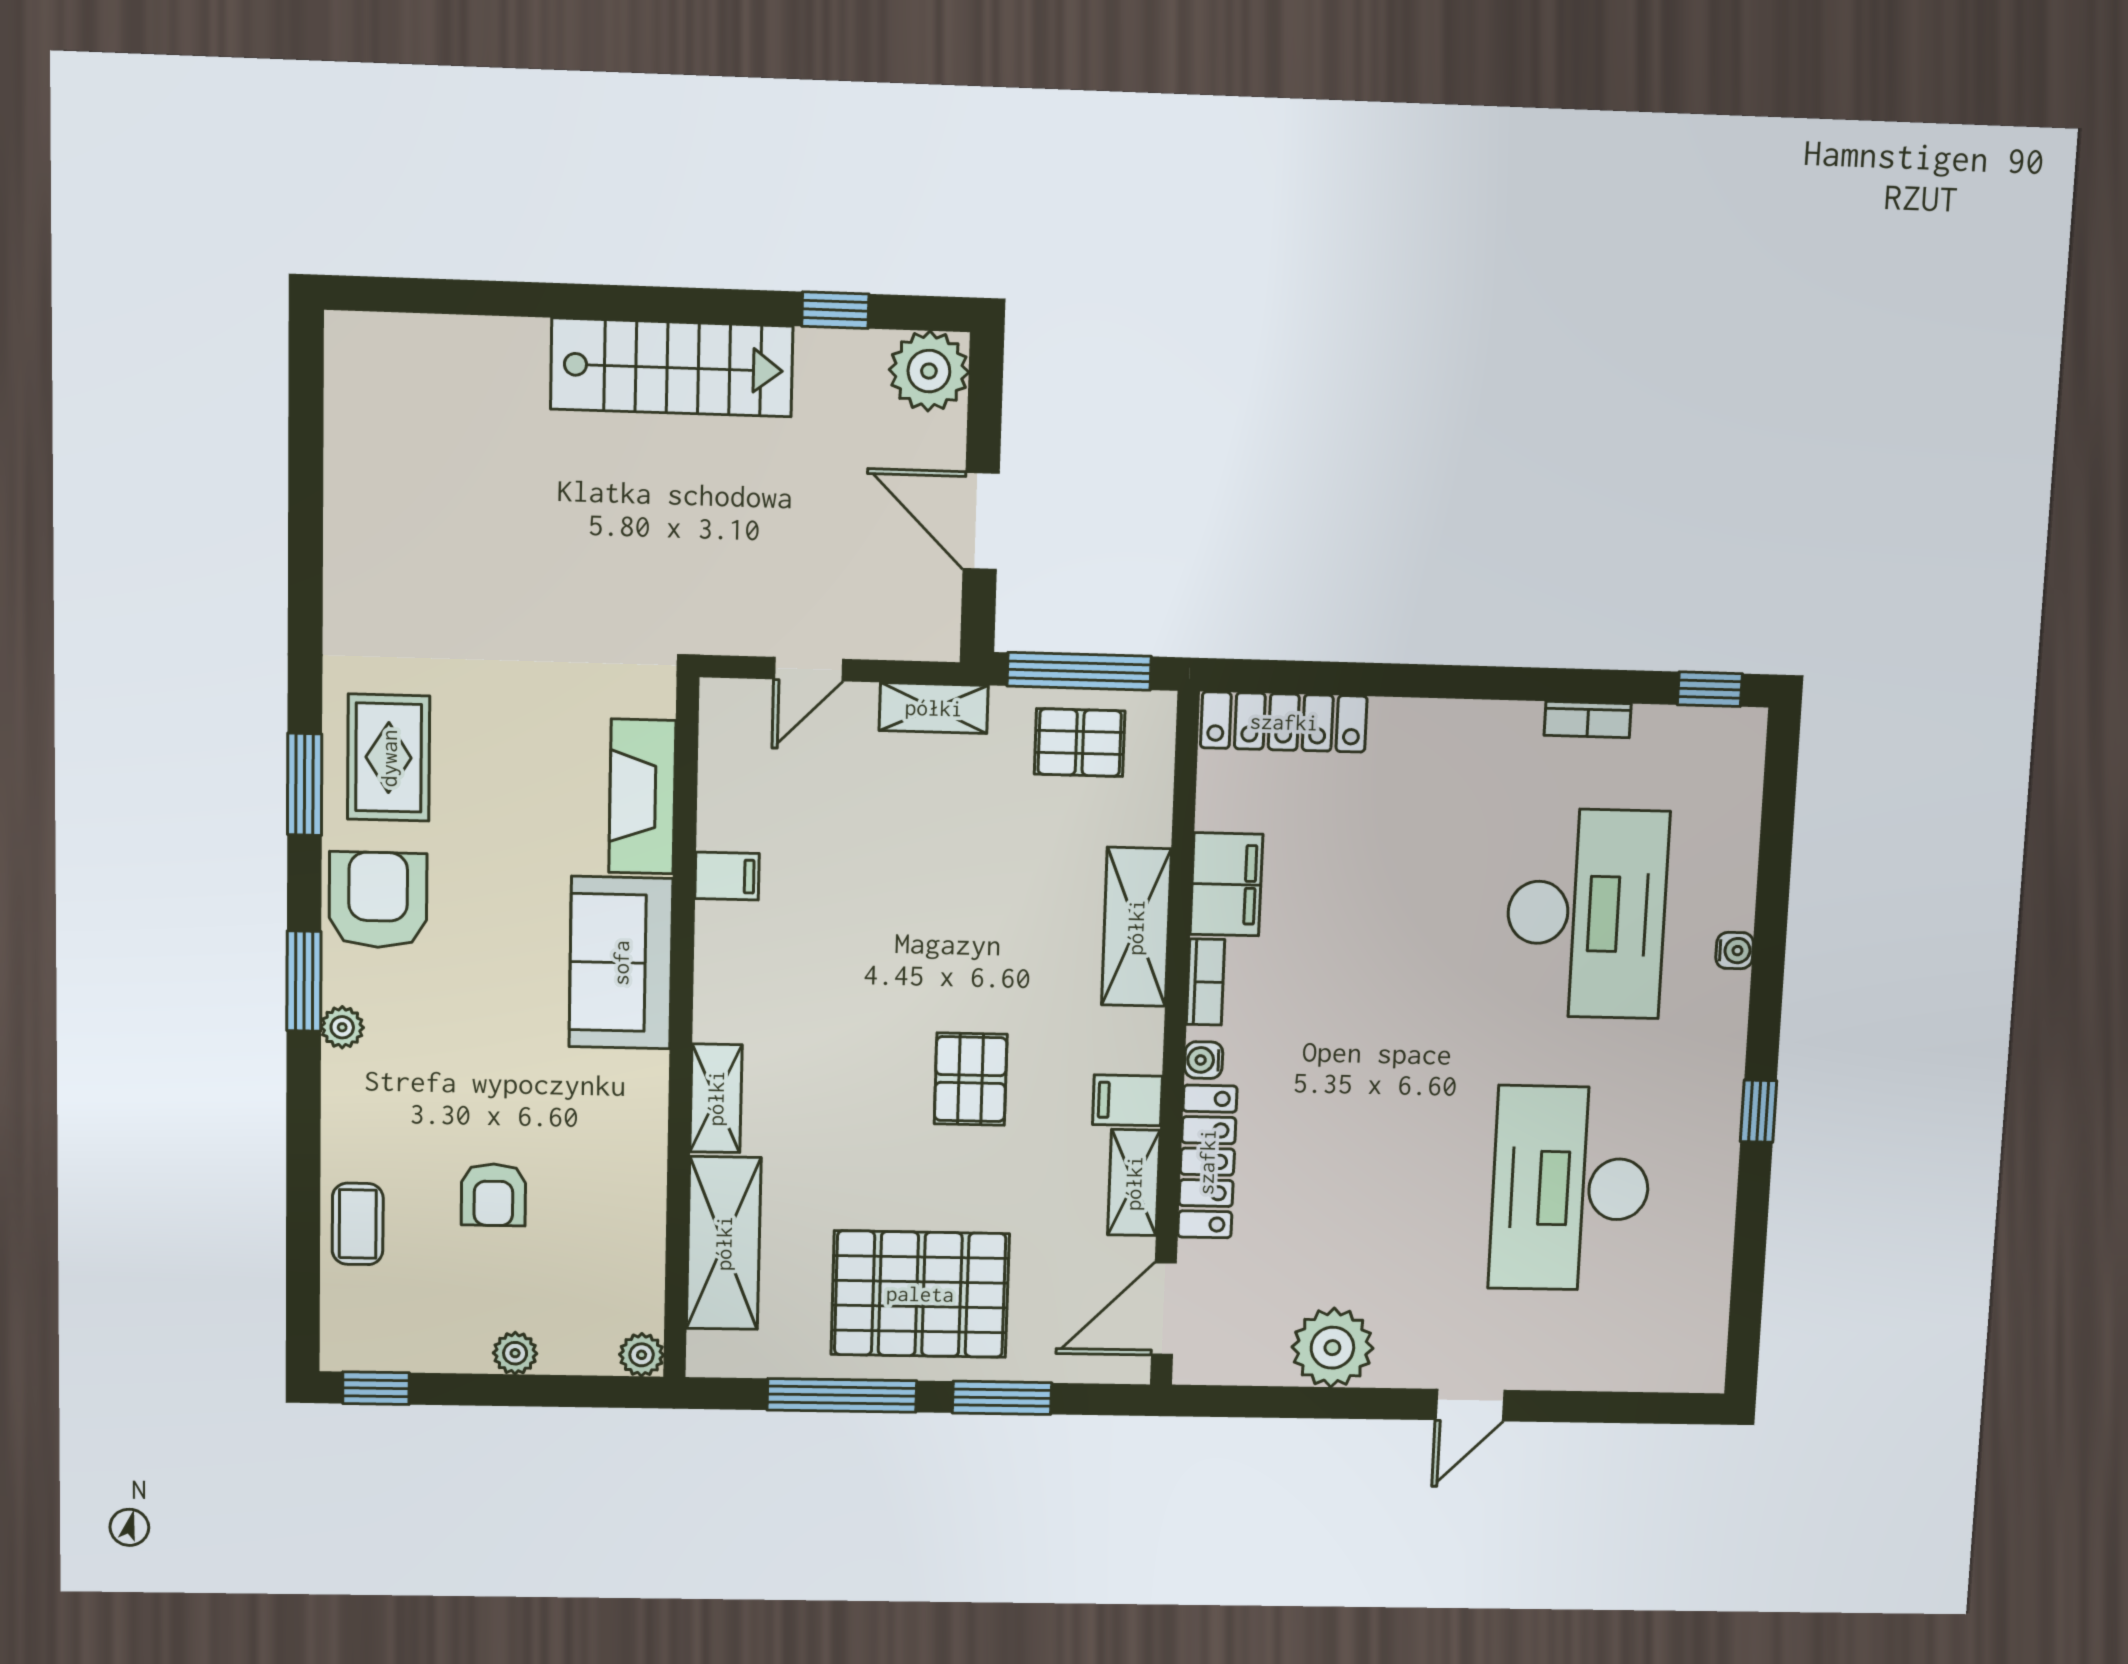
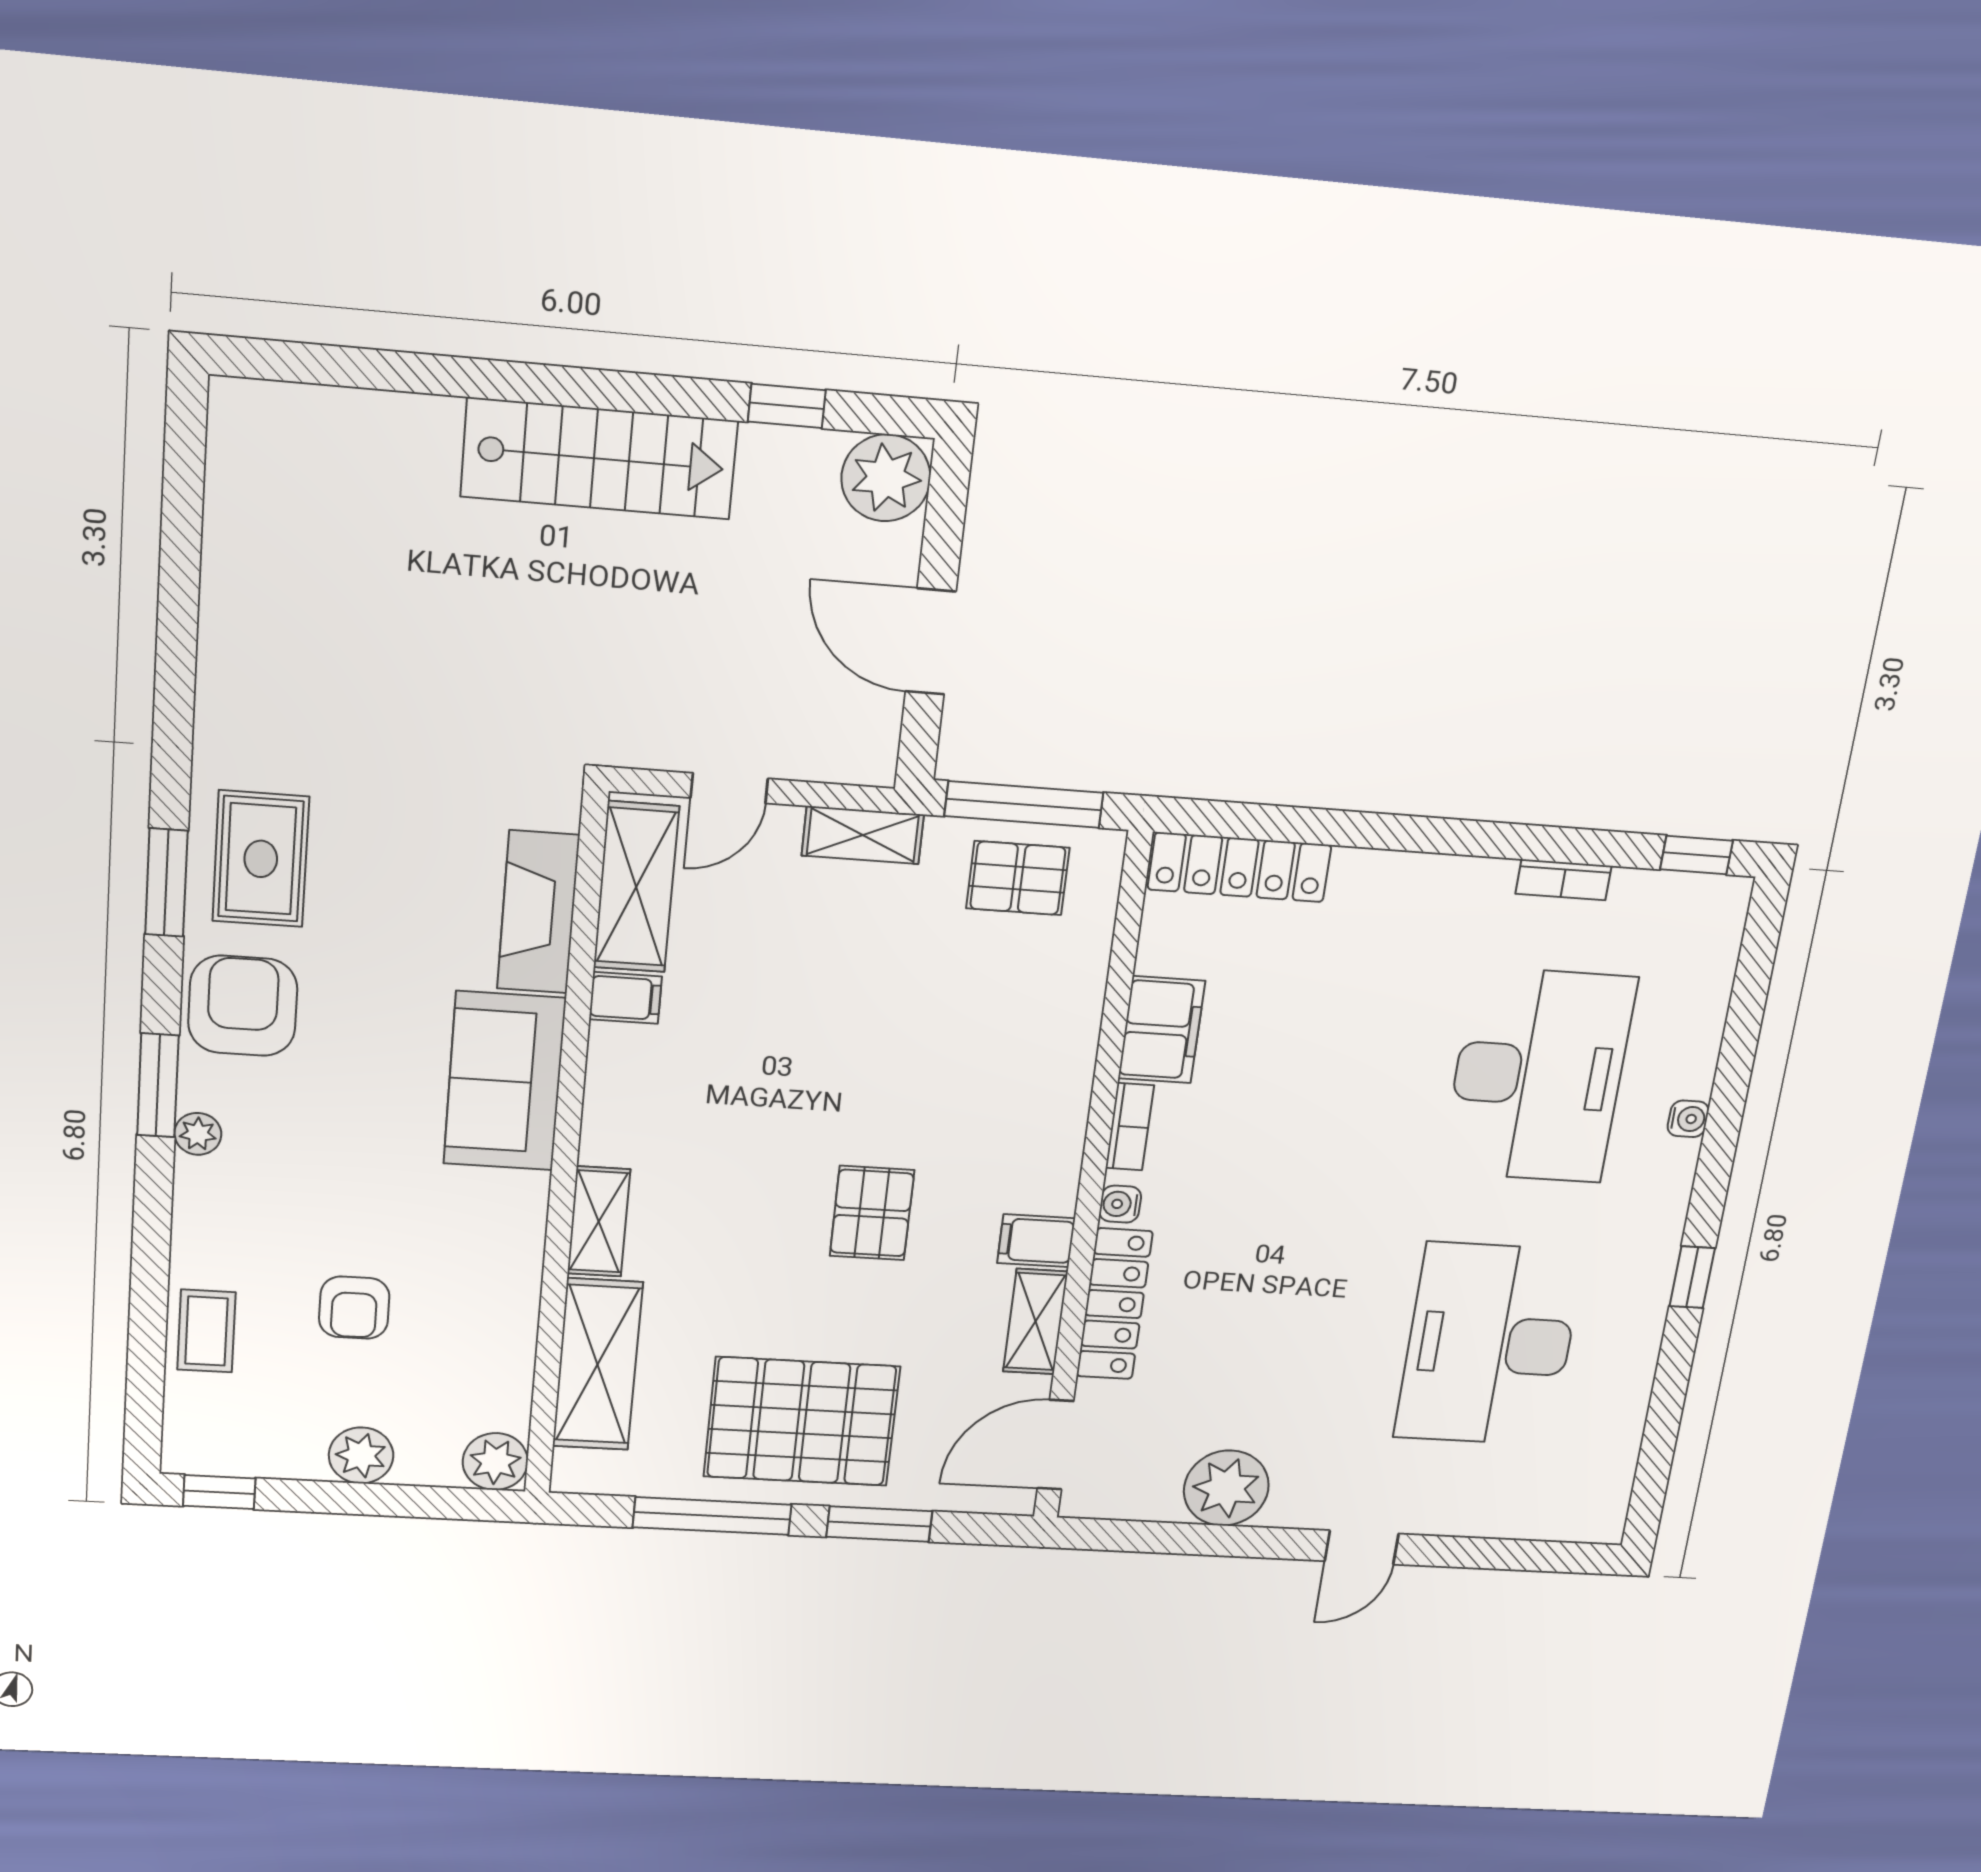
shelving: (1136, 927) -> (636, 887), moved
plant: (515, 1353) -> (361, 1455), width x1.38, depth x1.38
plant: (642, 1355) -> (495, 1462), width x1.38, depth x1.38

